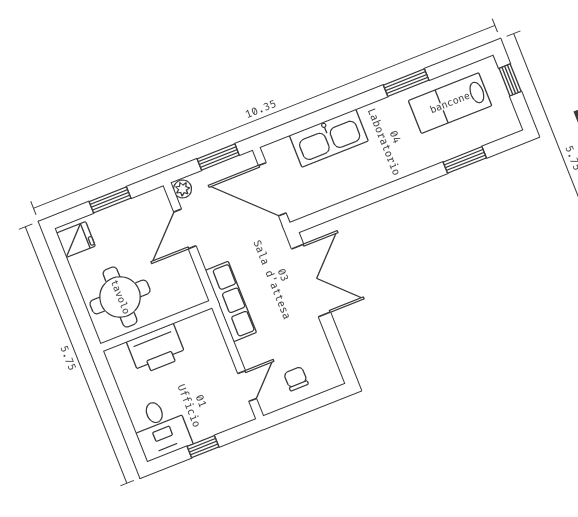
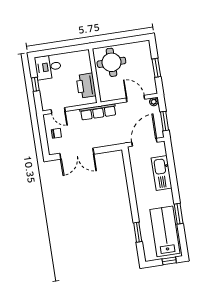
lab bench: (450, 103) -> (165, 231), width x1.36, depth x1.39
fridge: (76, 240) -> (142, 48), removed
double door: (311, 281) -> (77, 154), moved
printer: (156, 349) -> (86, 86), moved

